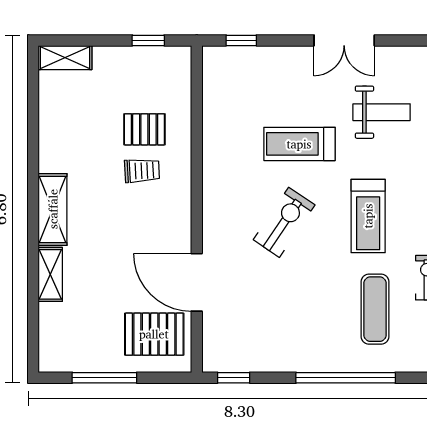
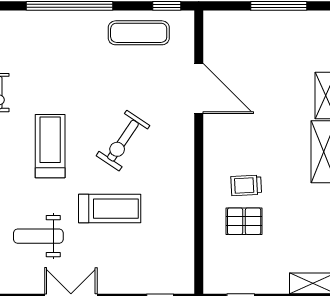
exercise mat: (375, 309) -> (139, 33), moved, turned 90
pallet: (154, 334) -> (236, 44), removed

